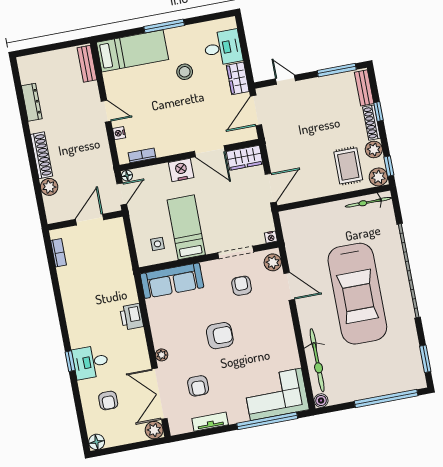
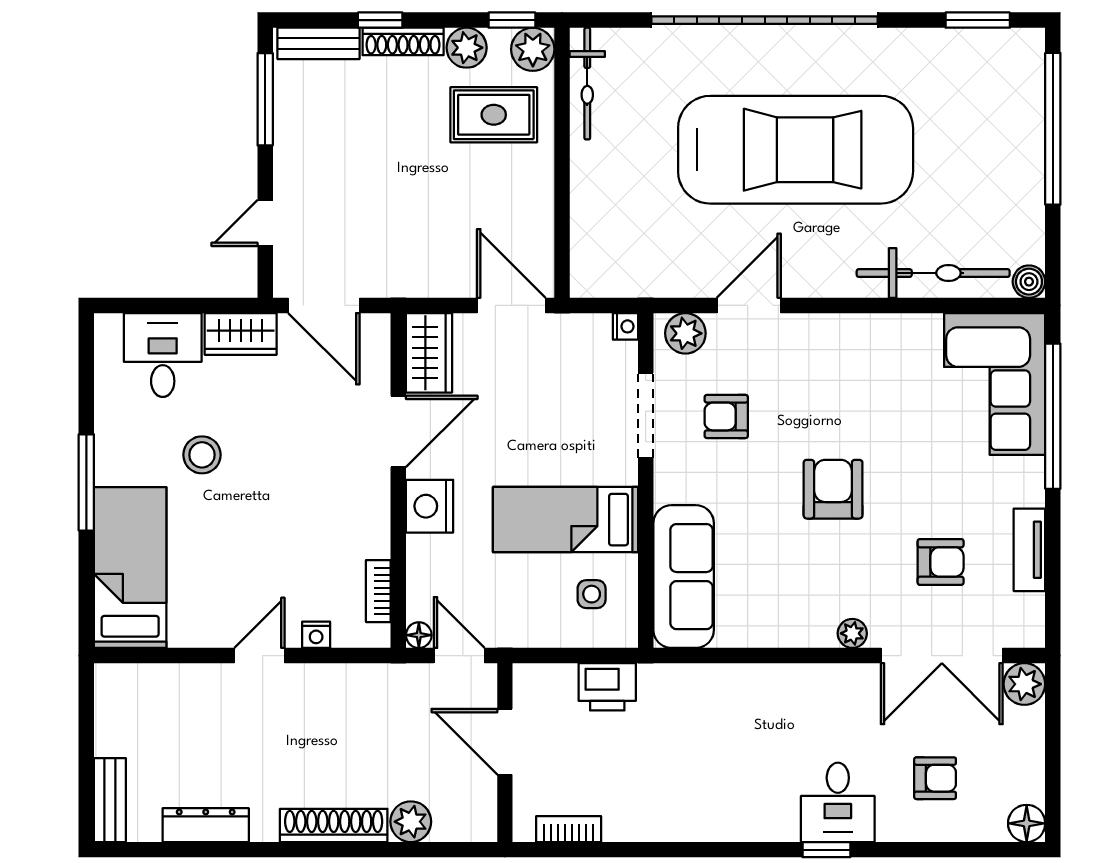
bench: (87, 64) -> (110, 800), moved, turned 90
printer: (132, 317) -> (607, 687), moved

